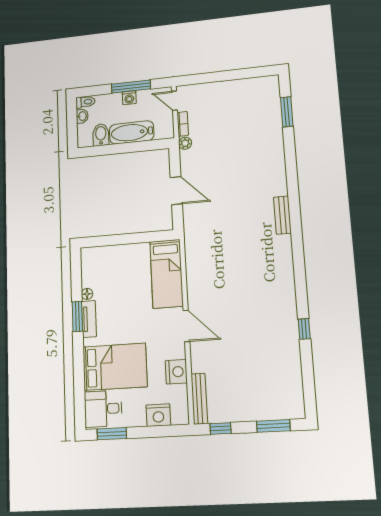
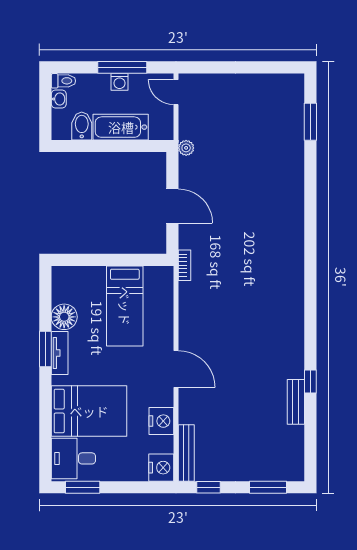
bookcase: (183, 124) -> (184, 265), moved
bench: (282, 215) -> (296, 402), moved
bed: (167, 274) -> (125, 306), moved
floor lamp: (87, 294) -> (64, 317), width x1.89, depth x1.89
nightstand: (158, 415) -> (161, 468), moved, turned -90

